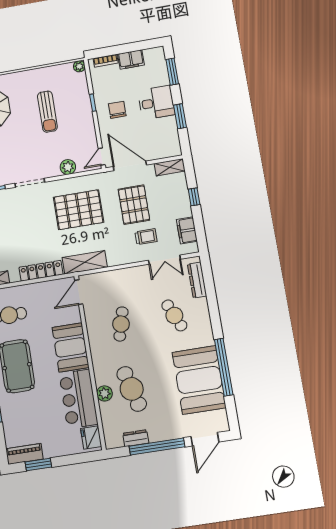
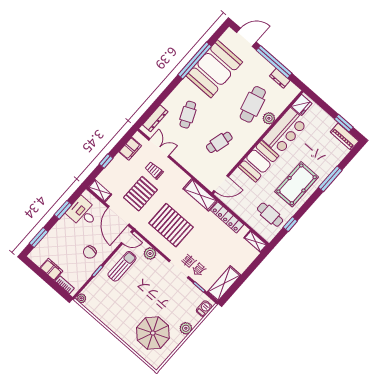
desk: (156, 103) -> (83, 213), moved
sun lounger: (47, 112) -> (122, 266), moved

